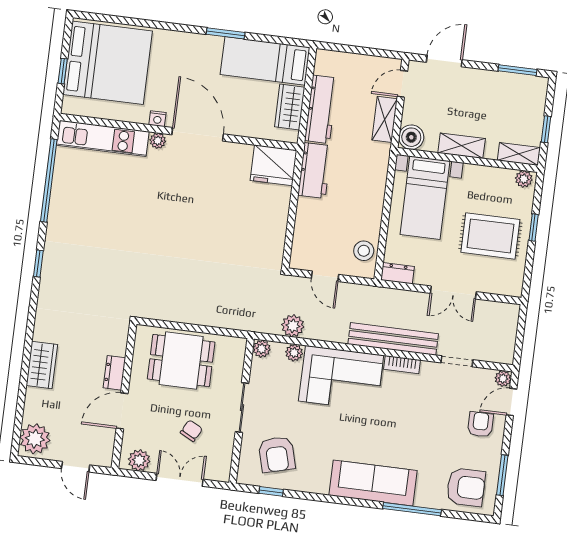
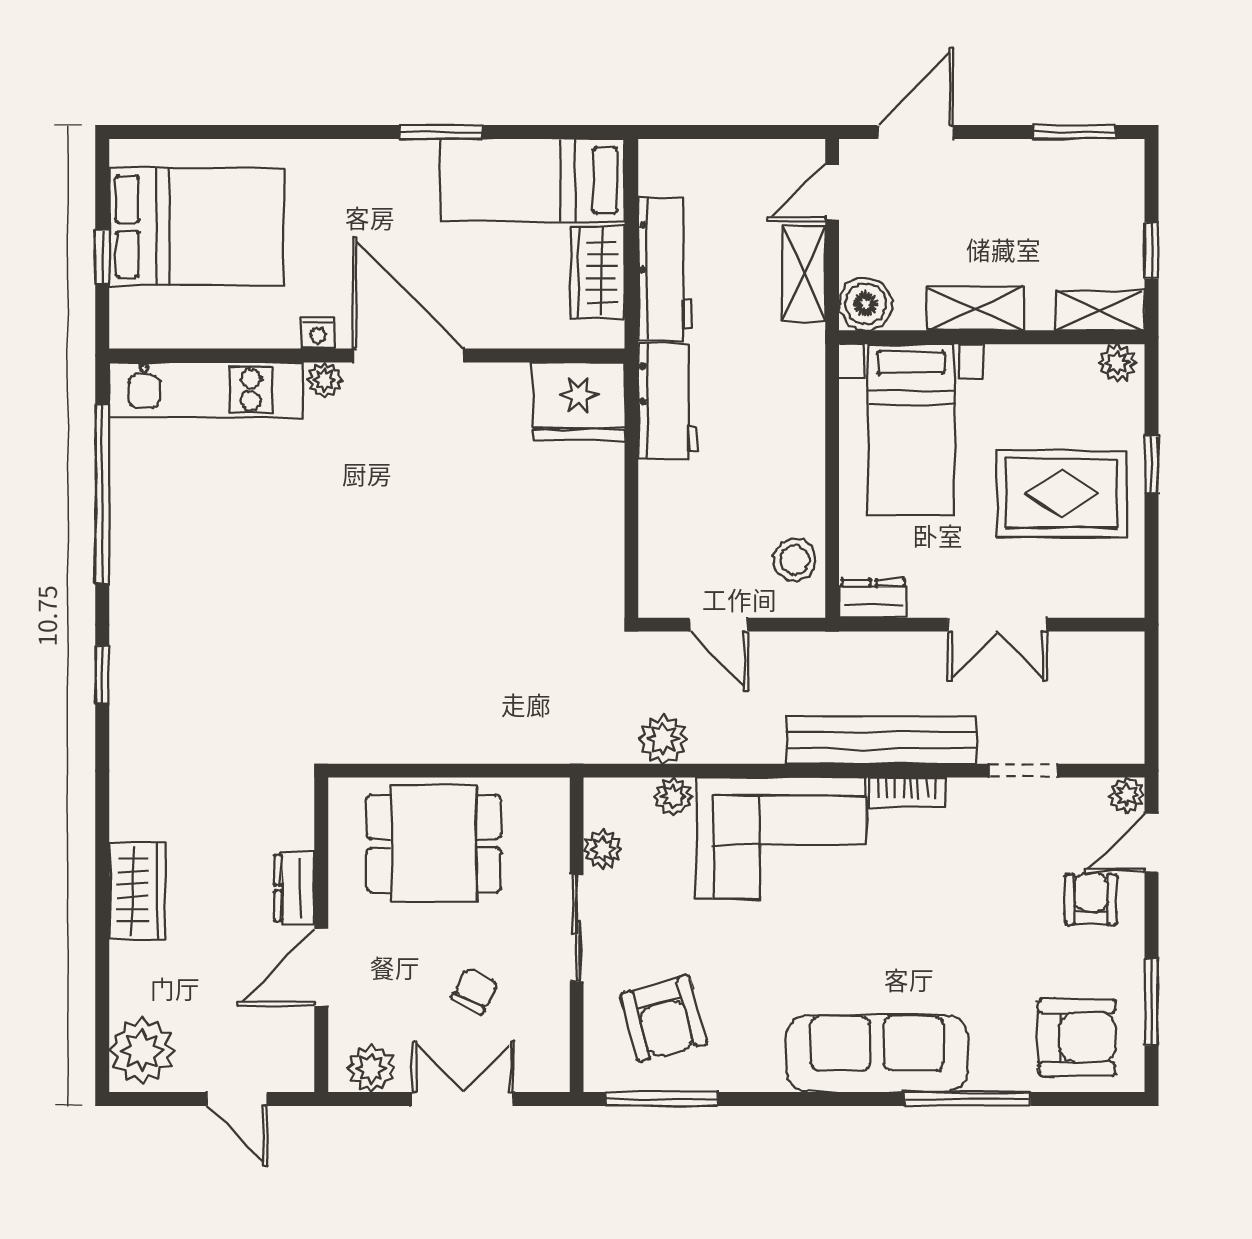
bed: (108, 63) -> (196, 227), width x0.73
plant: (262, 349) -> (603, 849), moved
window: (271, 491) -> (662, 1099), width x2.17

